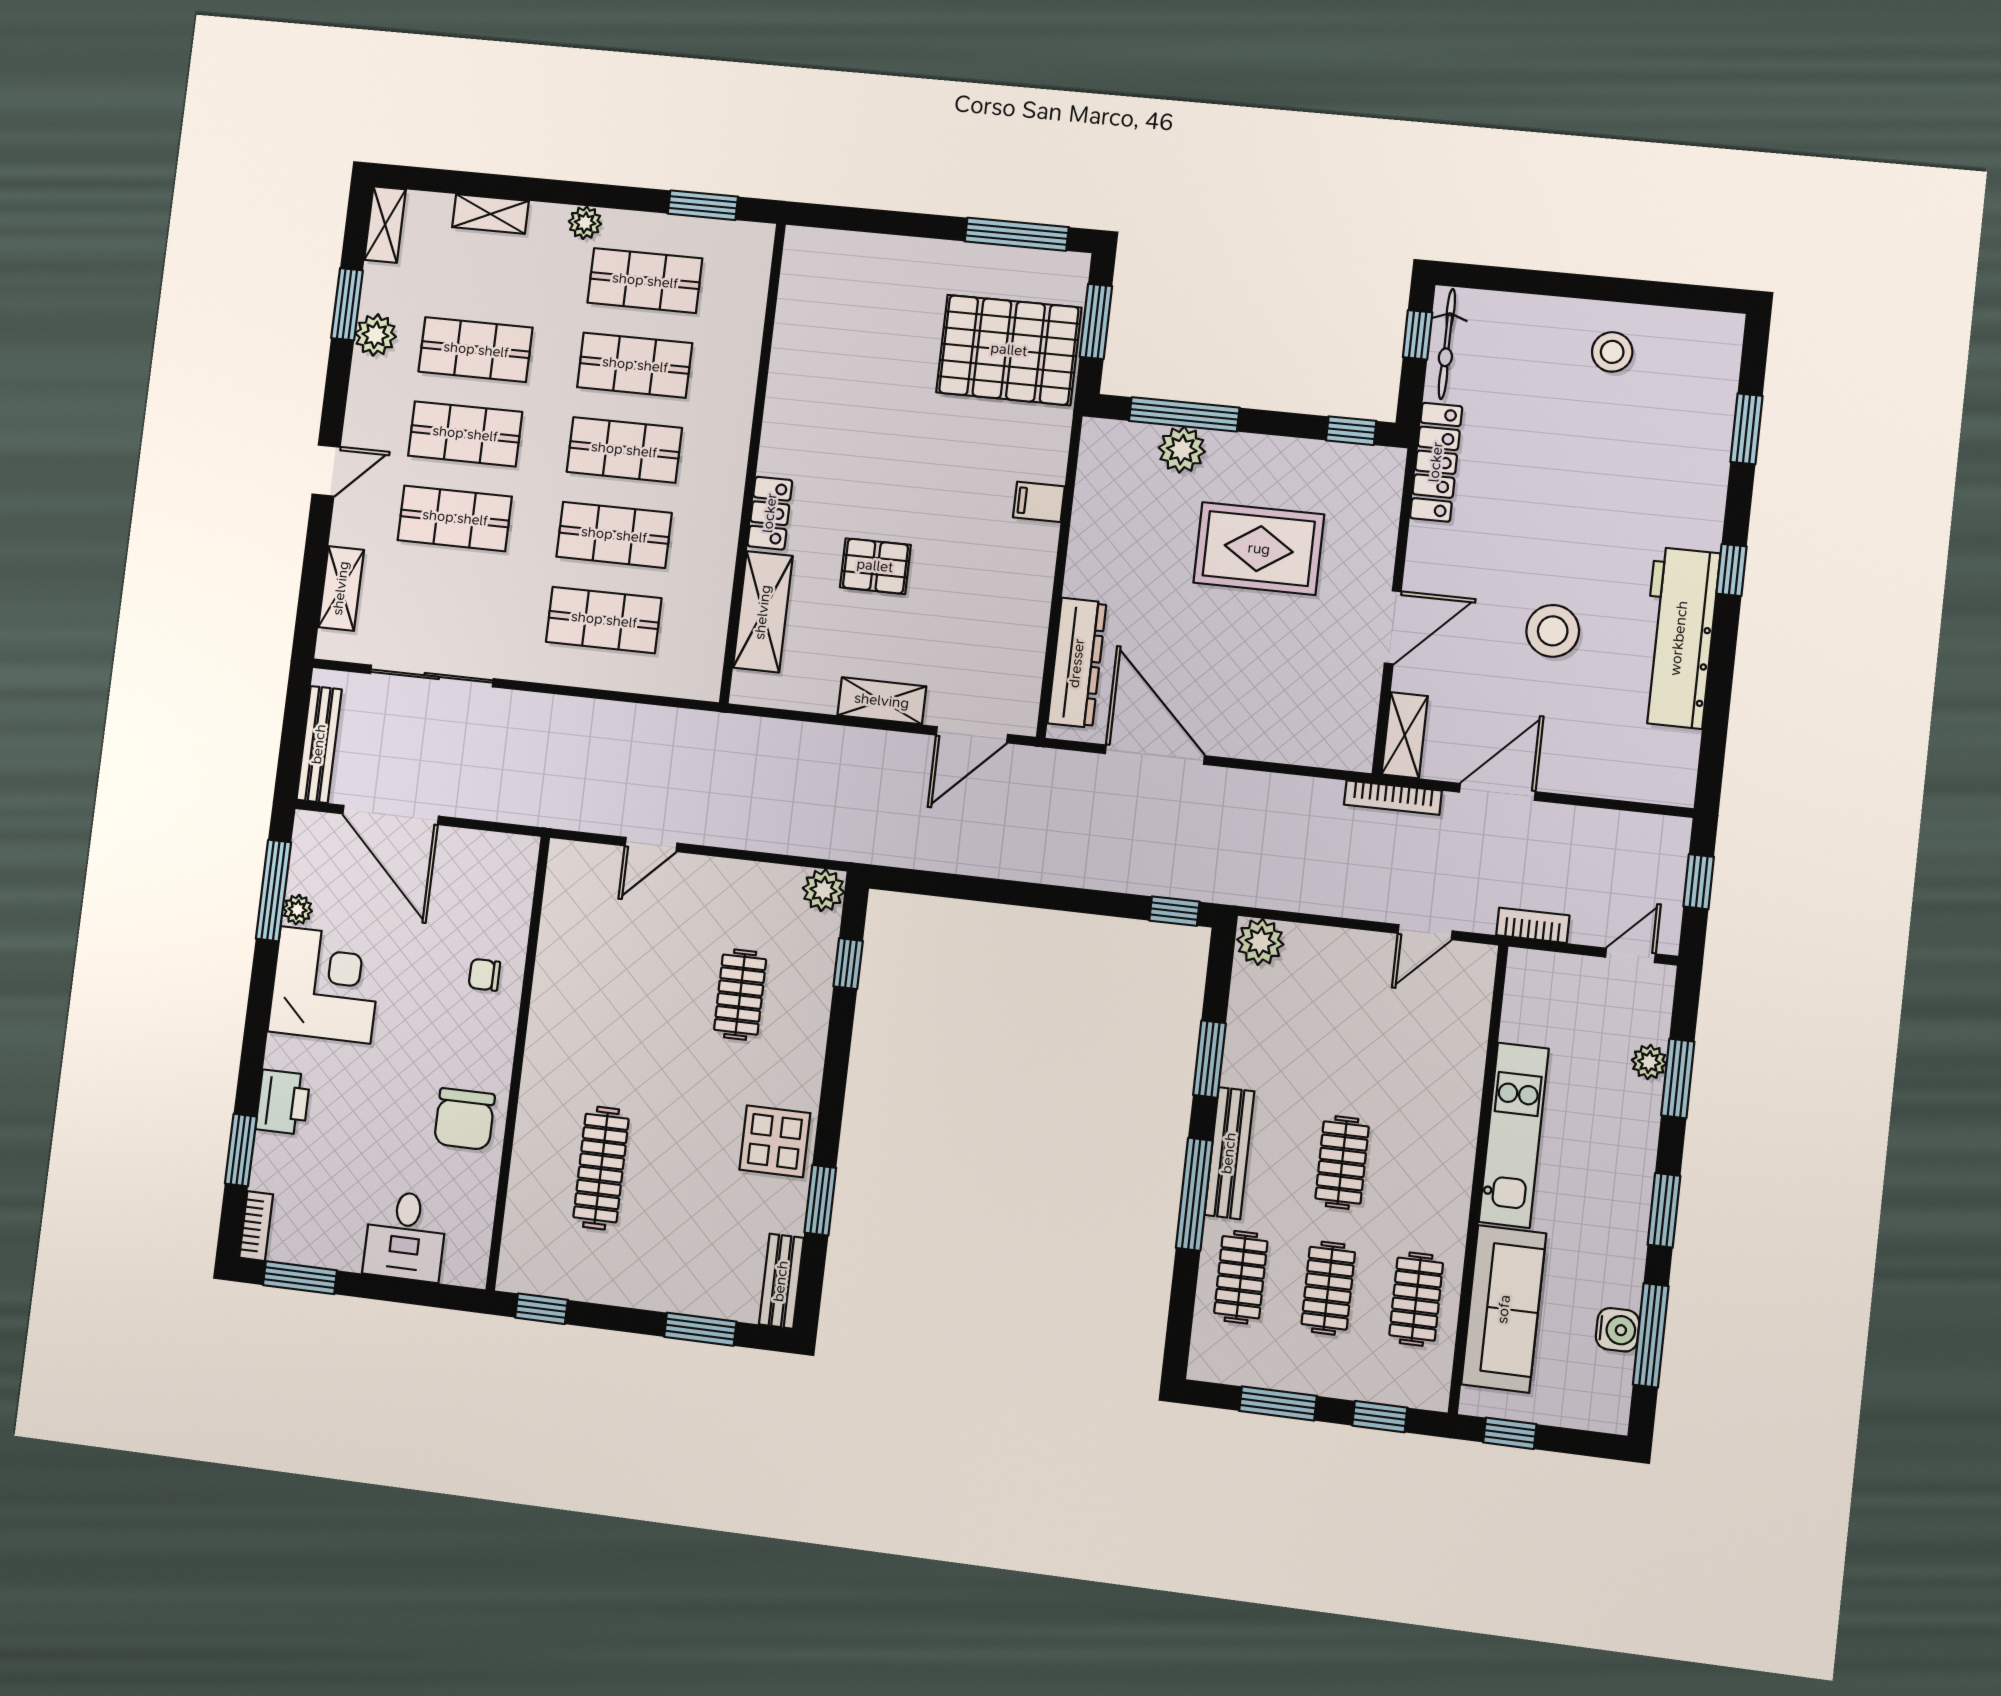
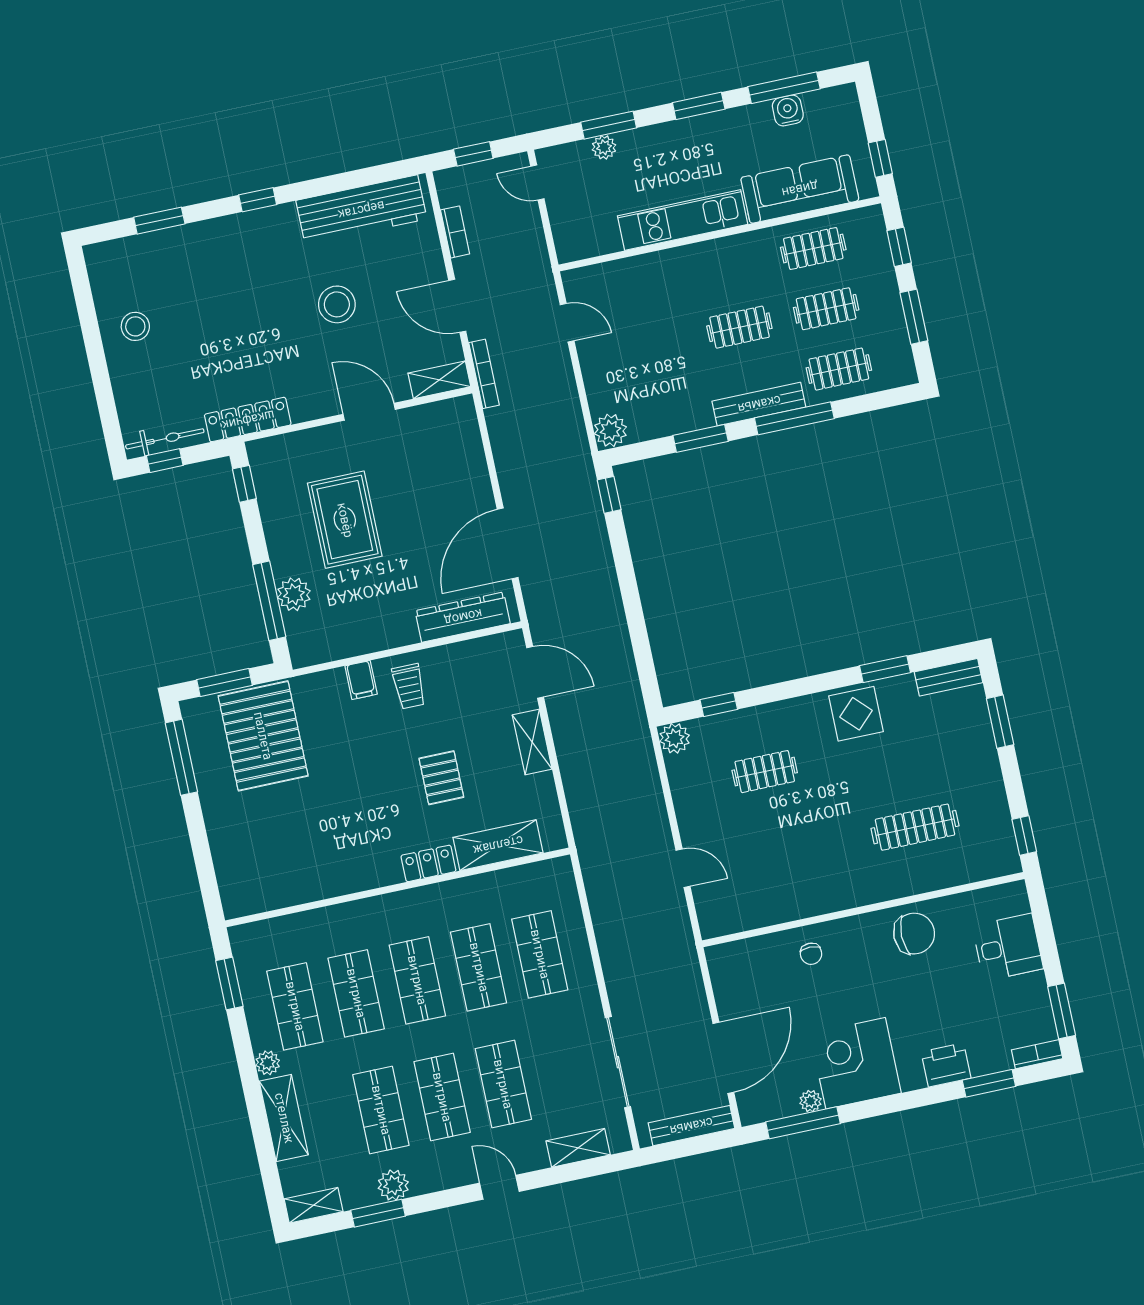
shelving: (490, 214) -> (284, 1118), width x1.50, depth x1.33
trolley: (1010, 562) -> (409, 686), added
workbench: (1679, 638) -> (361, 210), moved
bookcase: (1533, 925) -> (455, 232), moved, turned 180

